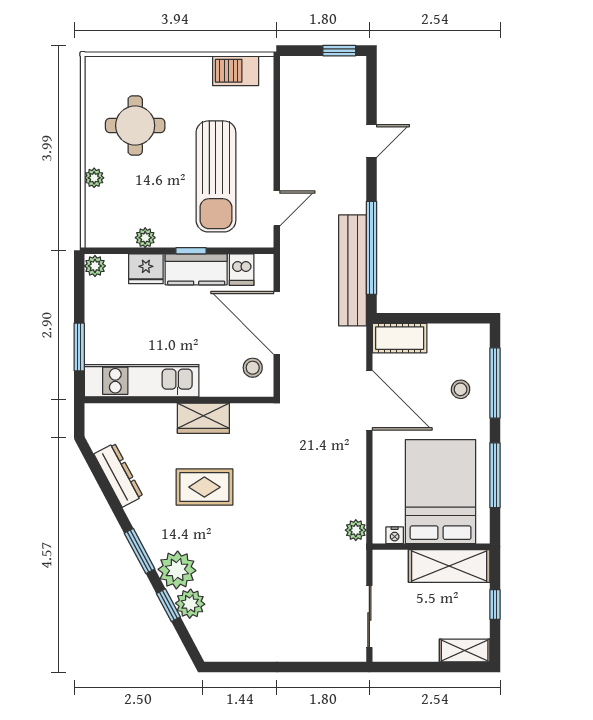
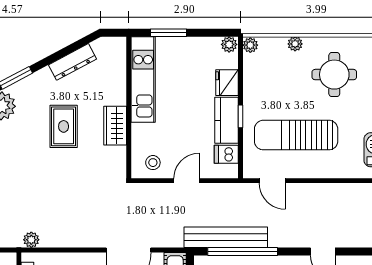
plant: (145, 238) -> (250, 45), moved
door: (277, 323) -> (187, 181), width x0.53

